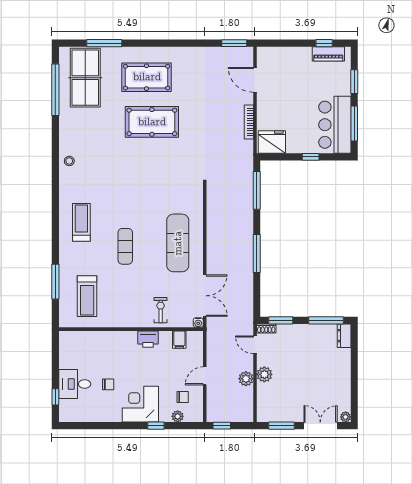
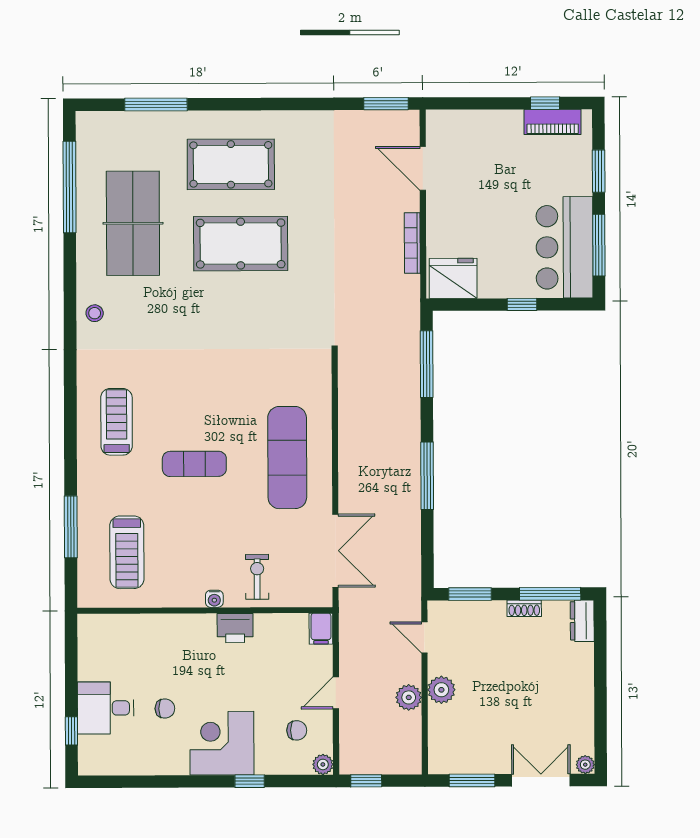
table tennis table: (85, 78) -> (133, 223), moved
exercise mat: (125, 246) -> (194, 464), turned 90
water cooler: (198, 323) -> (214, 599), moved
shoe rack: (266, 329) -> (524, 608), moved
filing cabinet: (179, 340) -> (321, 629), moved
plant: (178, 416) -> (323, 764), moved

